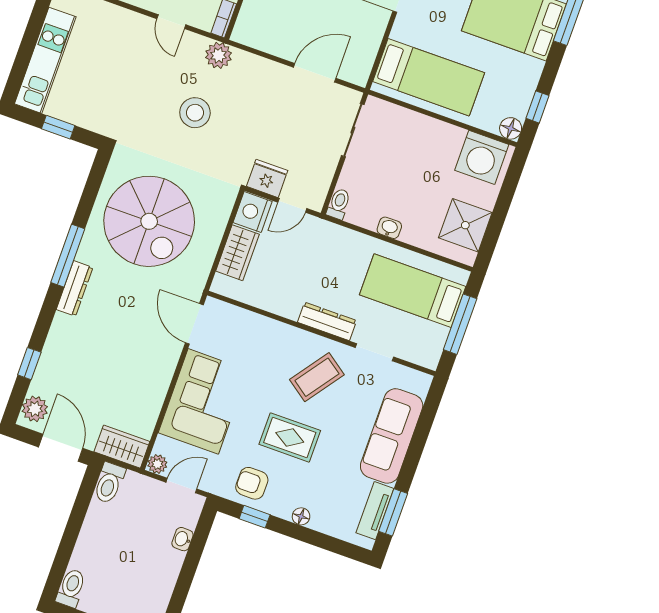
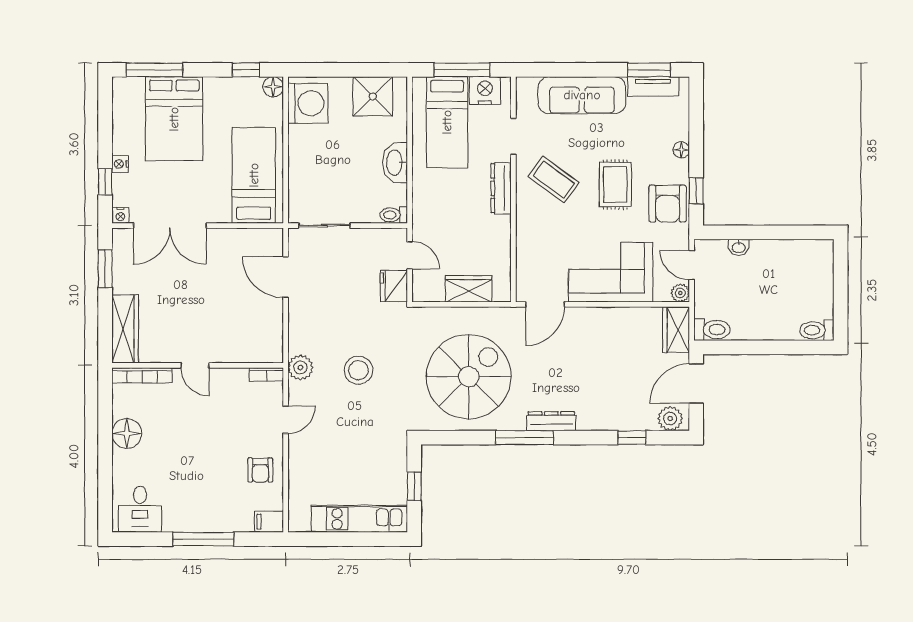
nightstand: (253, 212) -> (485, 91), moved, turned 180
washbasin: (389, 228) -> (395, 163), width x1.91, depth x1.45
armchair: (252, 483) -> (668, 204), width x1.38, depth x1.38

